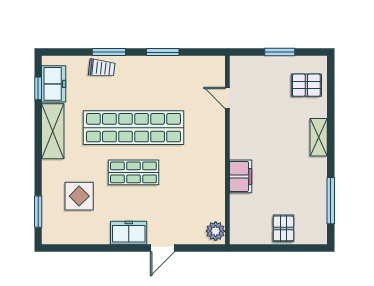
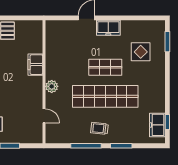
window: (163, 52) -> (86, 146), width x1.44
trolley: (102, 68) -> (99, 128), moved
shelving: (53, 131) -> (158, 94), removed
plant: (216, 231) -> (52, 86), moved

